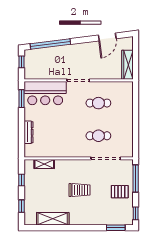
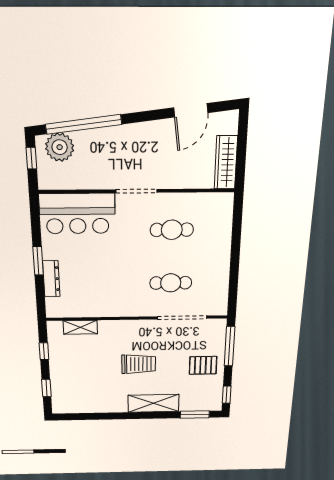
plant: (37, 56) -> (60, 147), added
window: (22, 99) -> (38, 261), moved
shelving: (53, 219) -> (153, 403), moved

